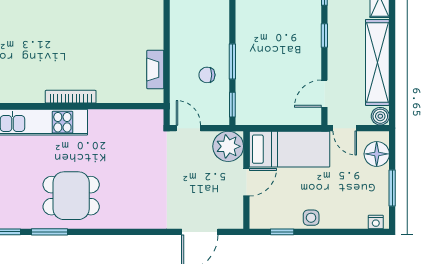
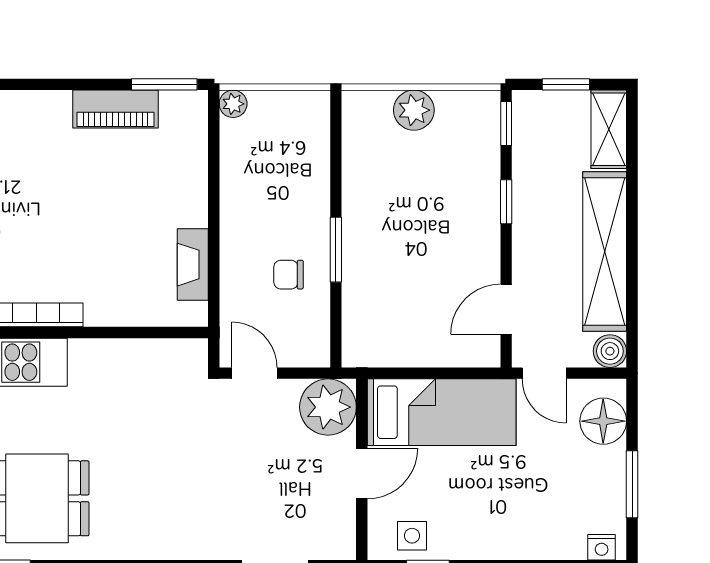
window: (232, 105) -> (336, 330), removed
side table: (311, 218) -> (412, 536), moved

